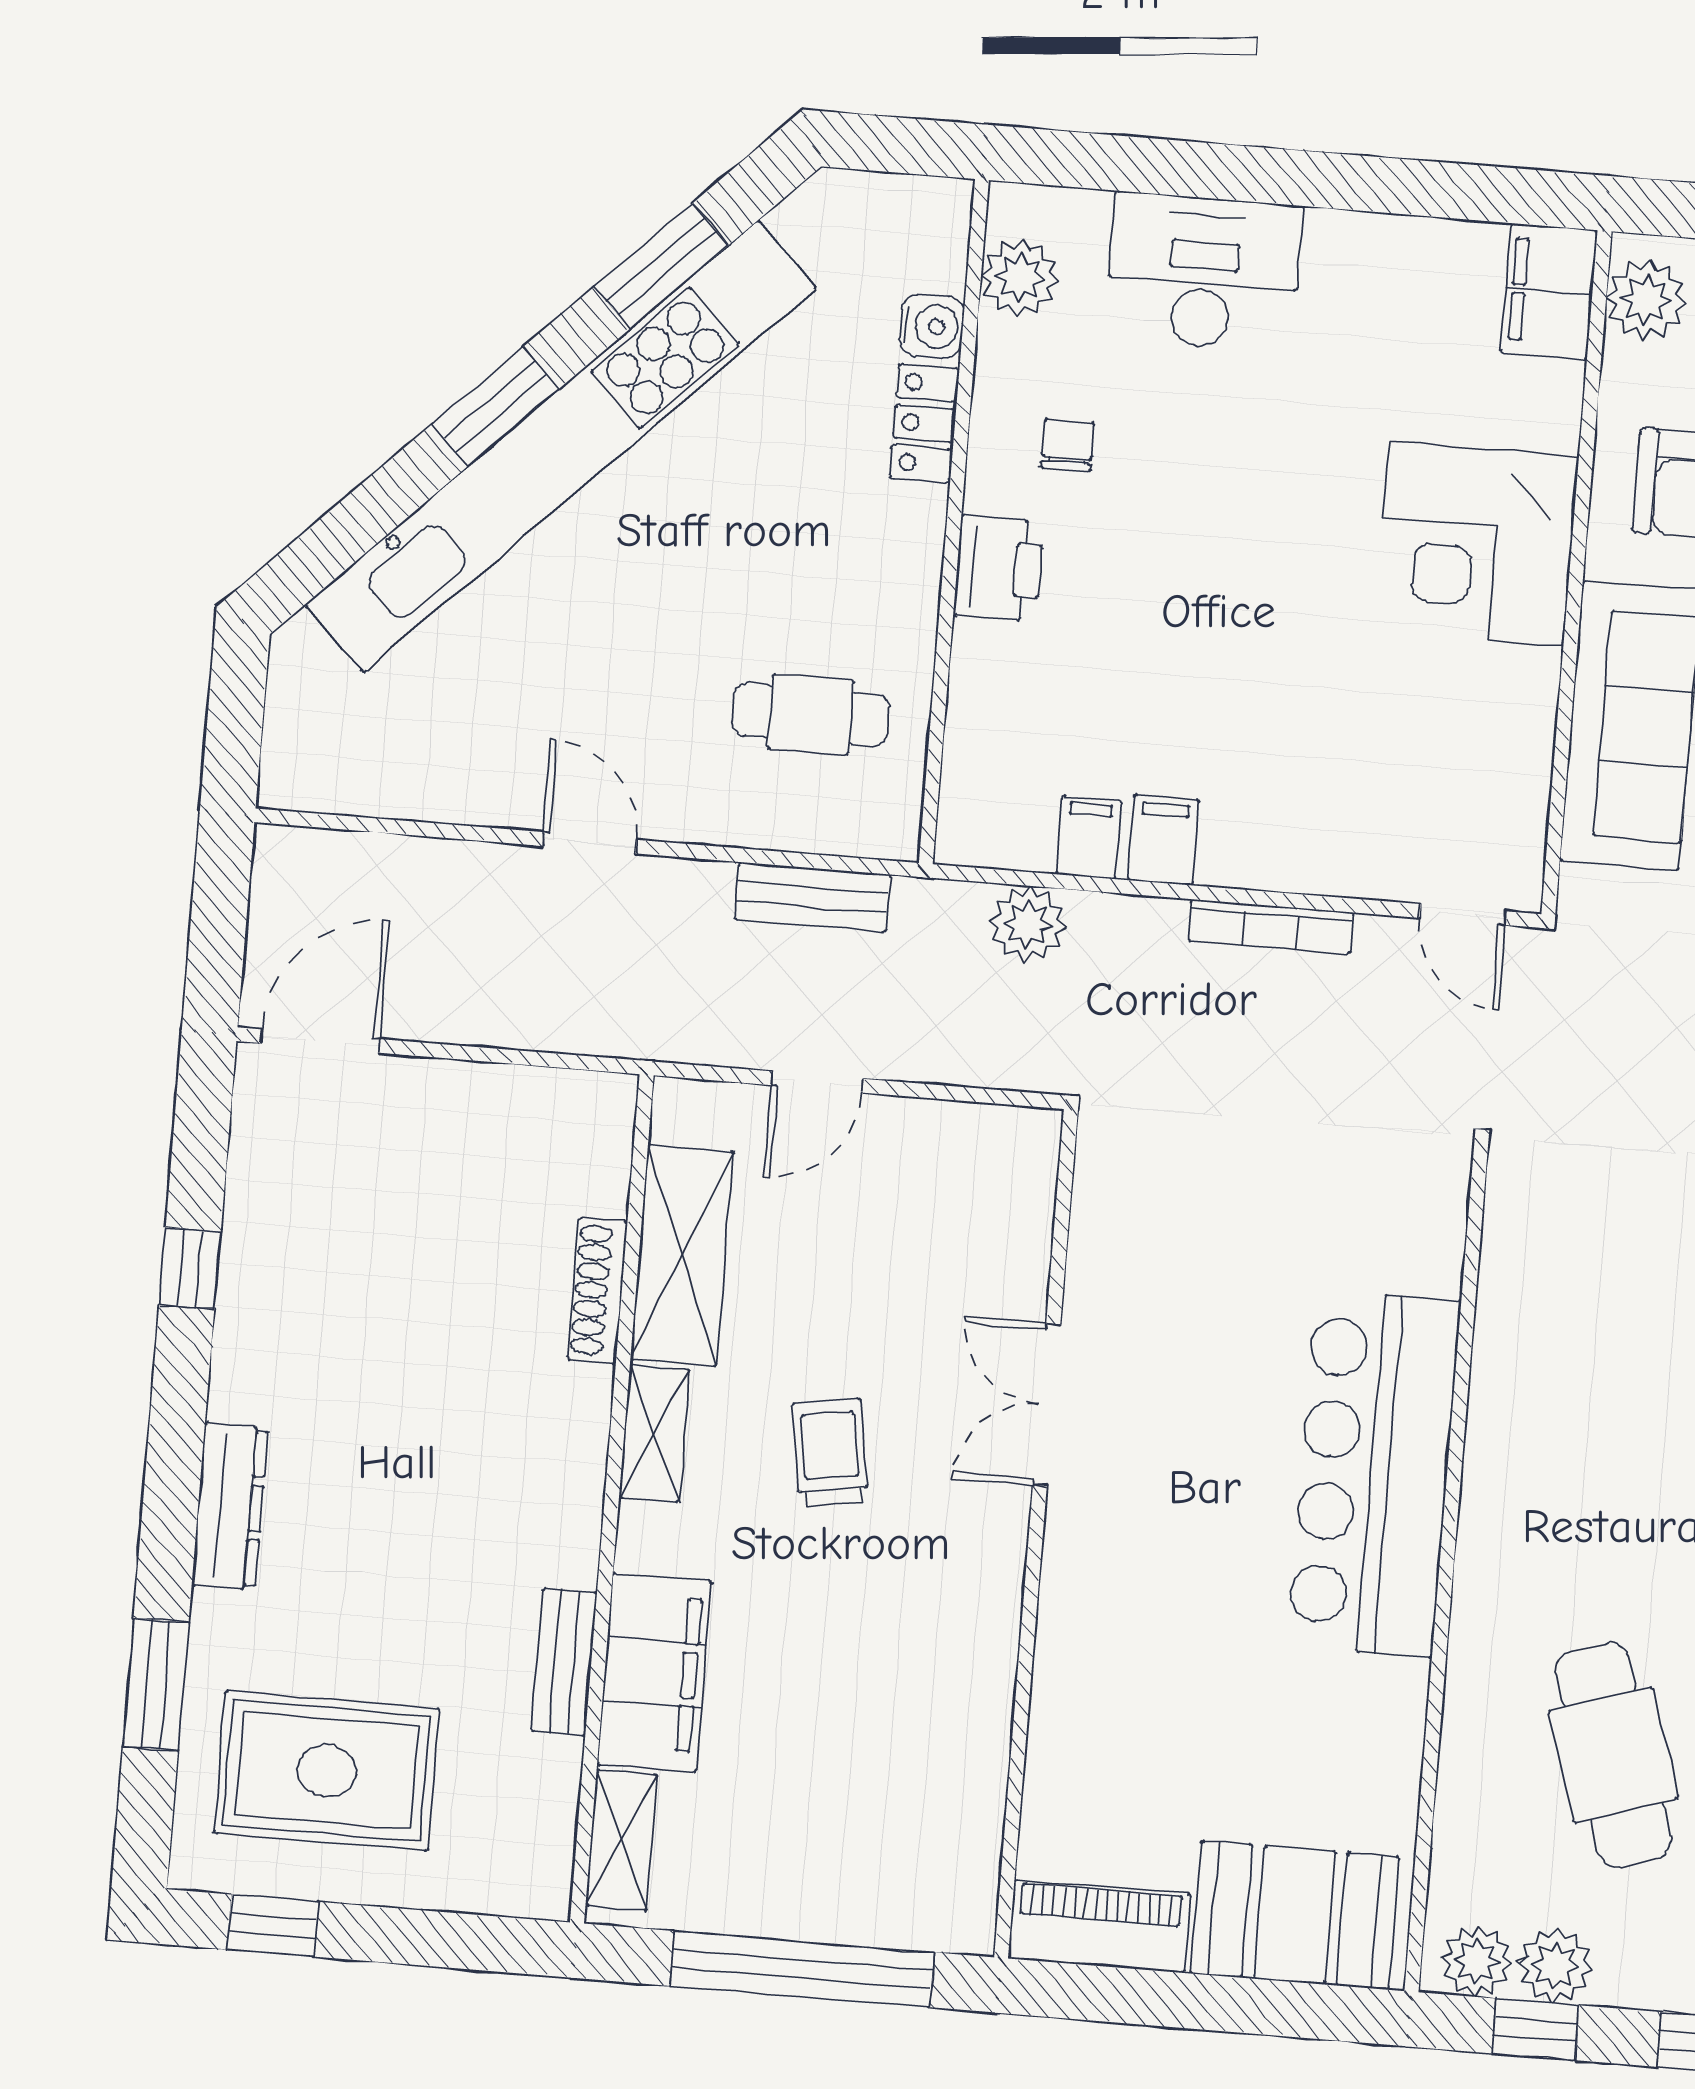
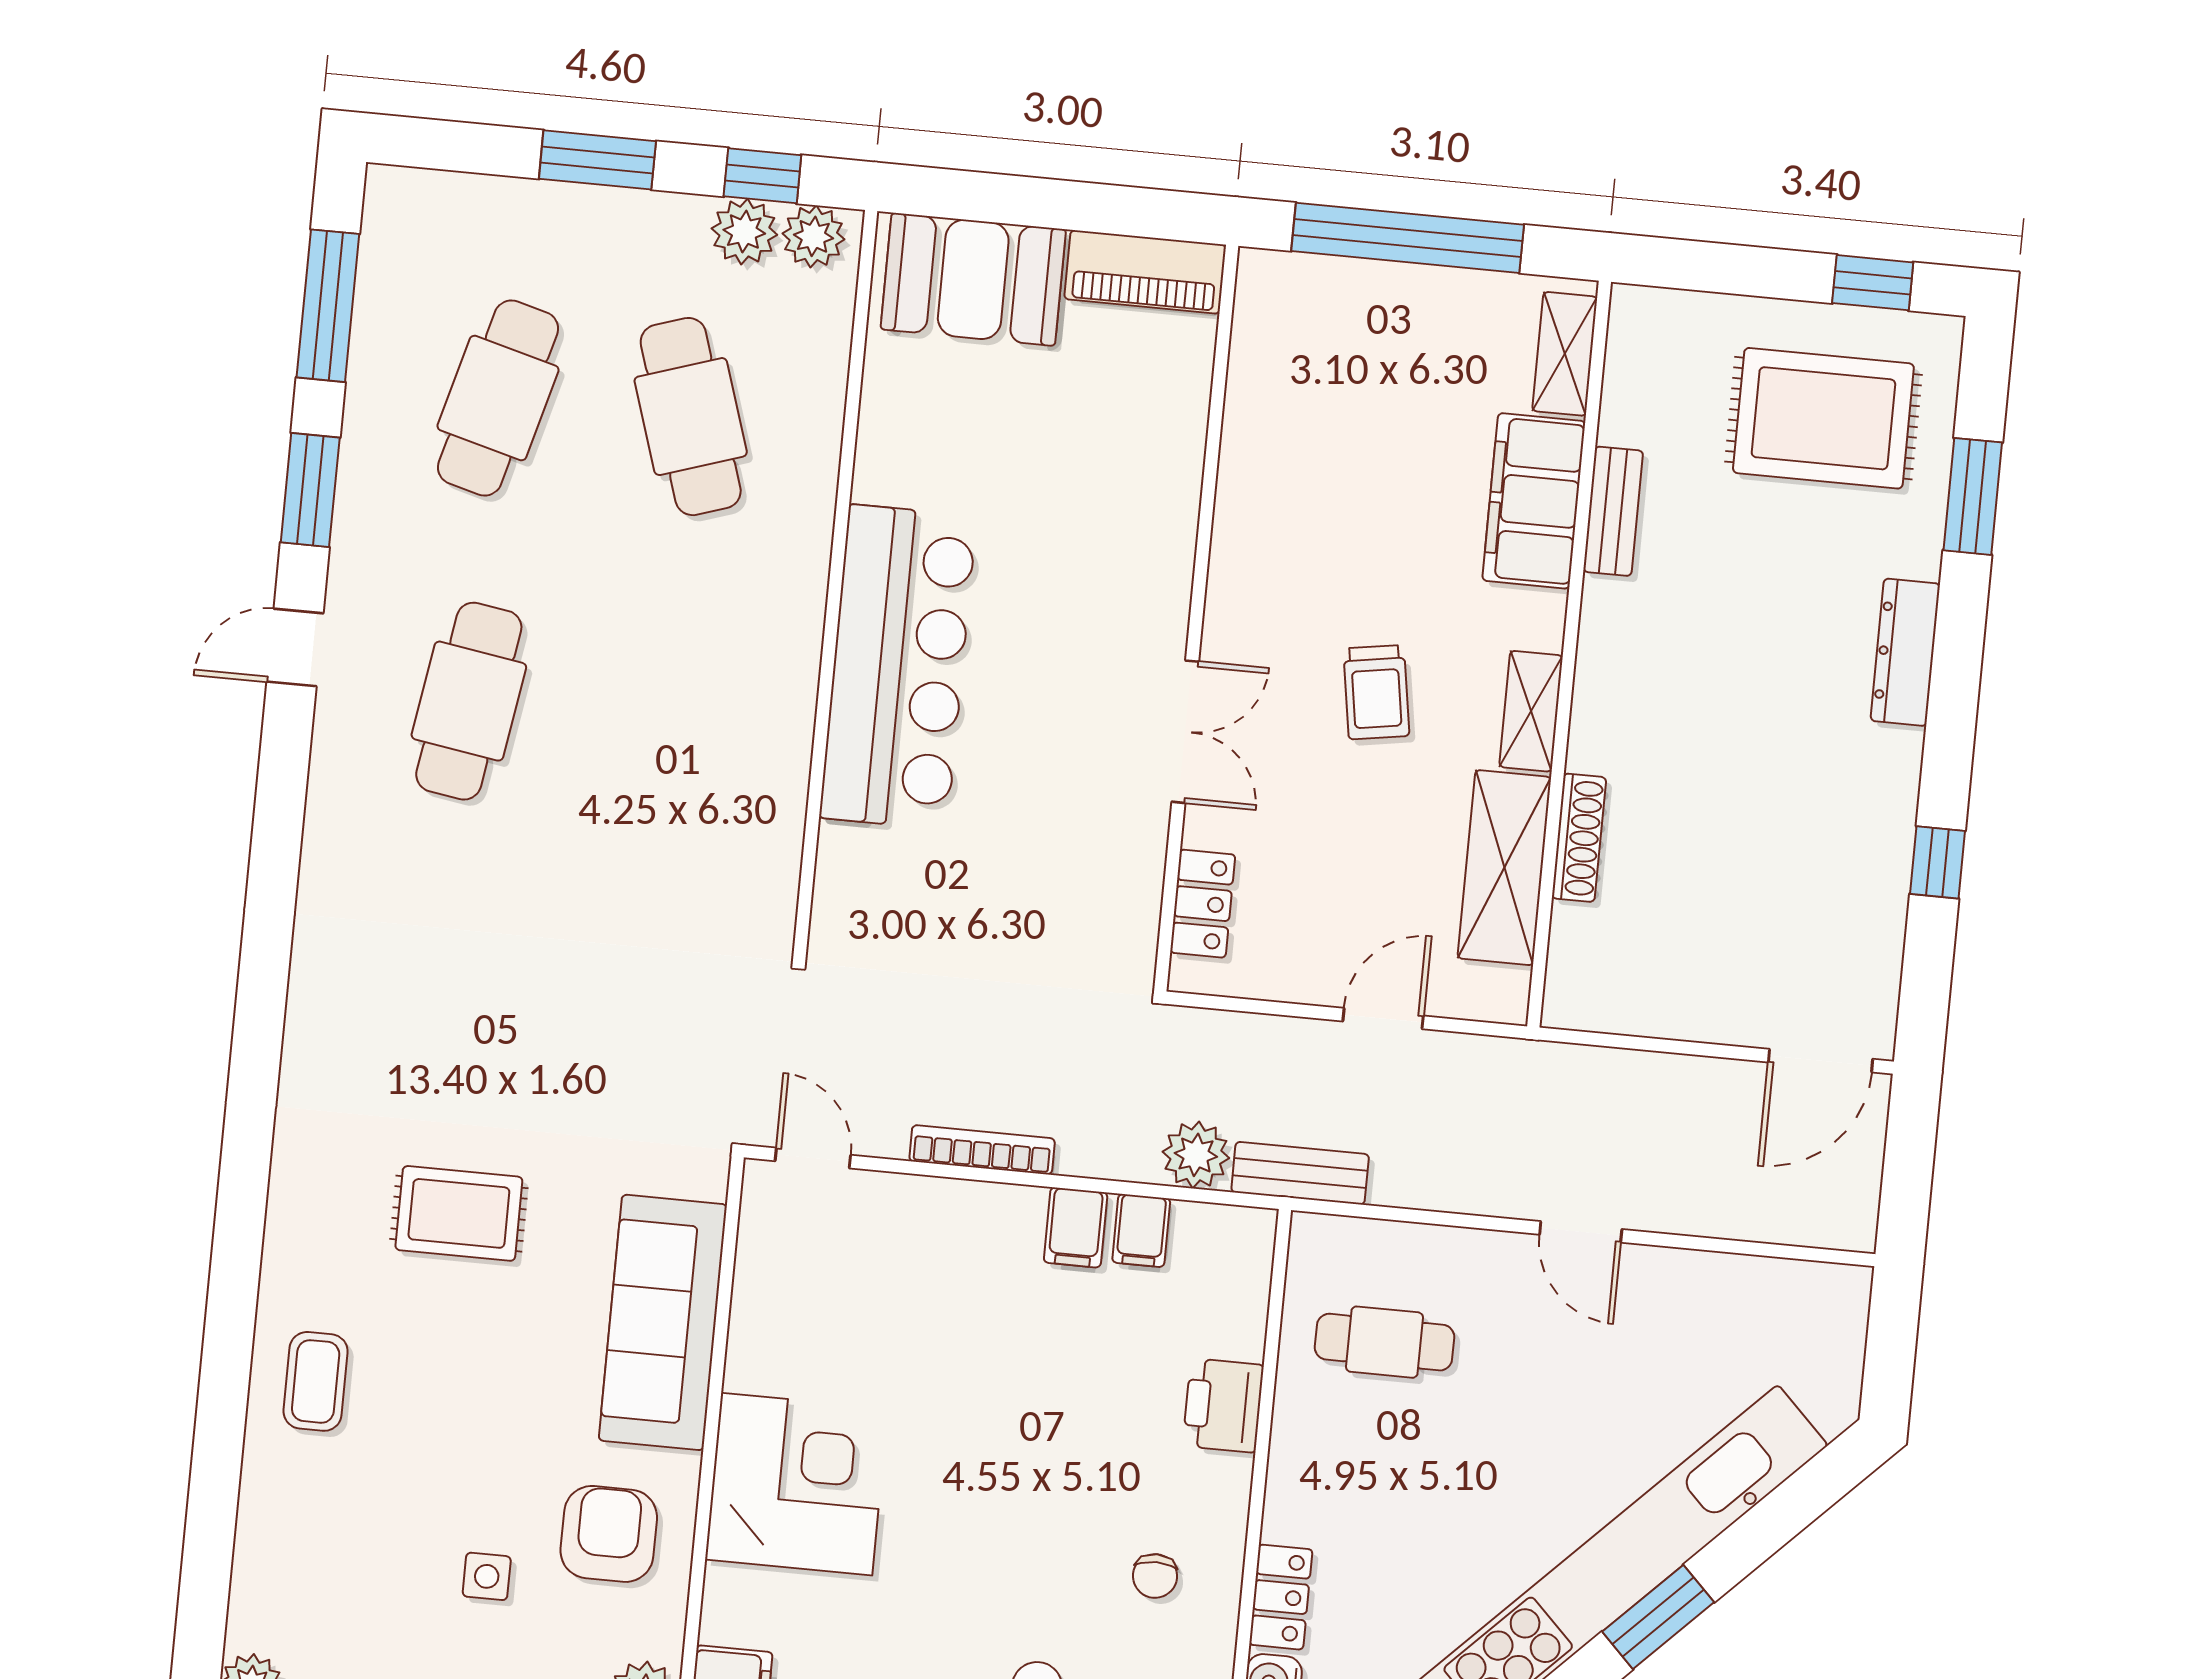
printer: (999, 568) -> (1223, 1406), moved
bench: (812, 897) -> (1300, 1173), moved
locker: (1024, 1210) -> (1203, 904), added

